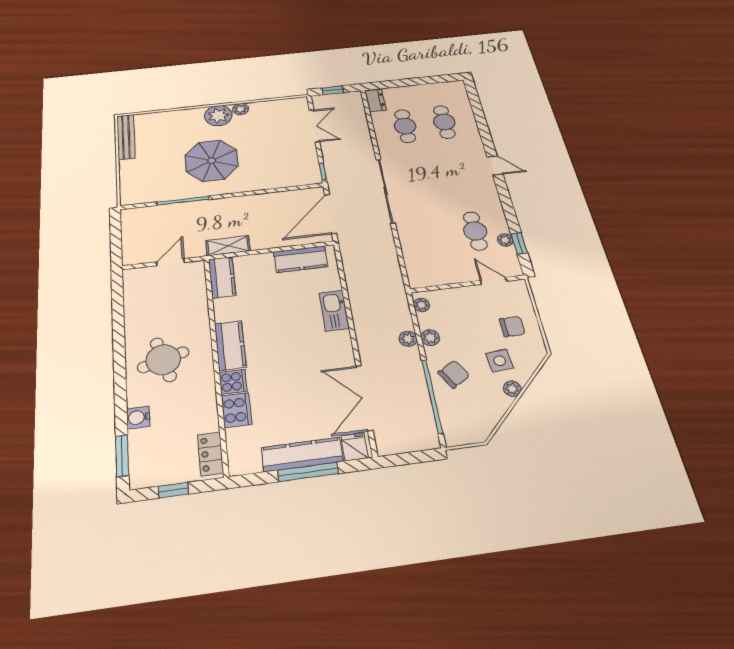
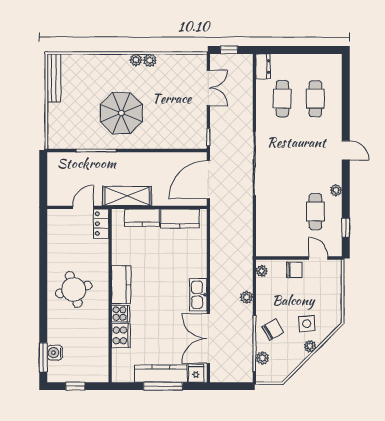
plant: (218, 116) -> (136, 60), width x0.53, depth x0.53
plant: (505, 240) -> (336, 190), moved
shelving: (228, 246) -> (127, 196), width x1.50, depth x1.33
kitchen counter: (222, 277) -> (142, 218), moved, turned 90
kitchen sink: (334, 310) -> (198, 295), moved
chair: (512, 327) -> (294, 270), moved
plant: (430, 338) -> (262, 358), moved
water cooler: (138, 417) -> (55, 353), moved
locker: (211, 454) -> (101, 224), moved

